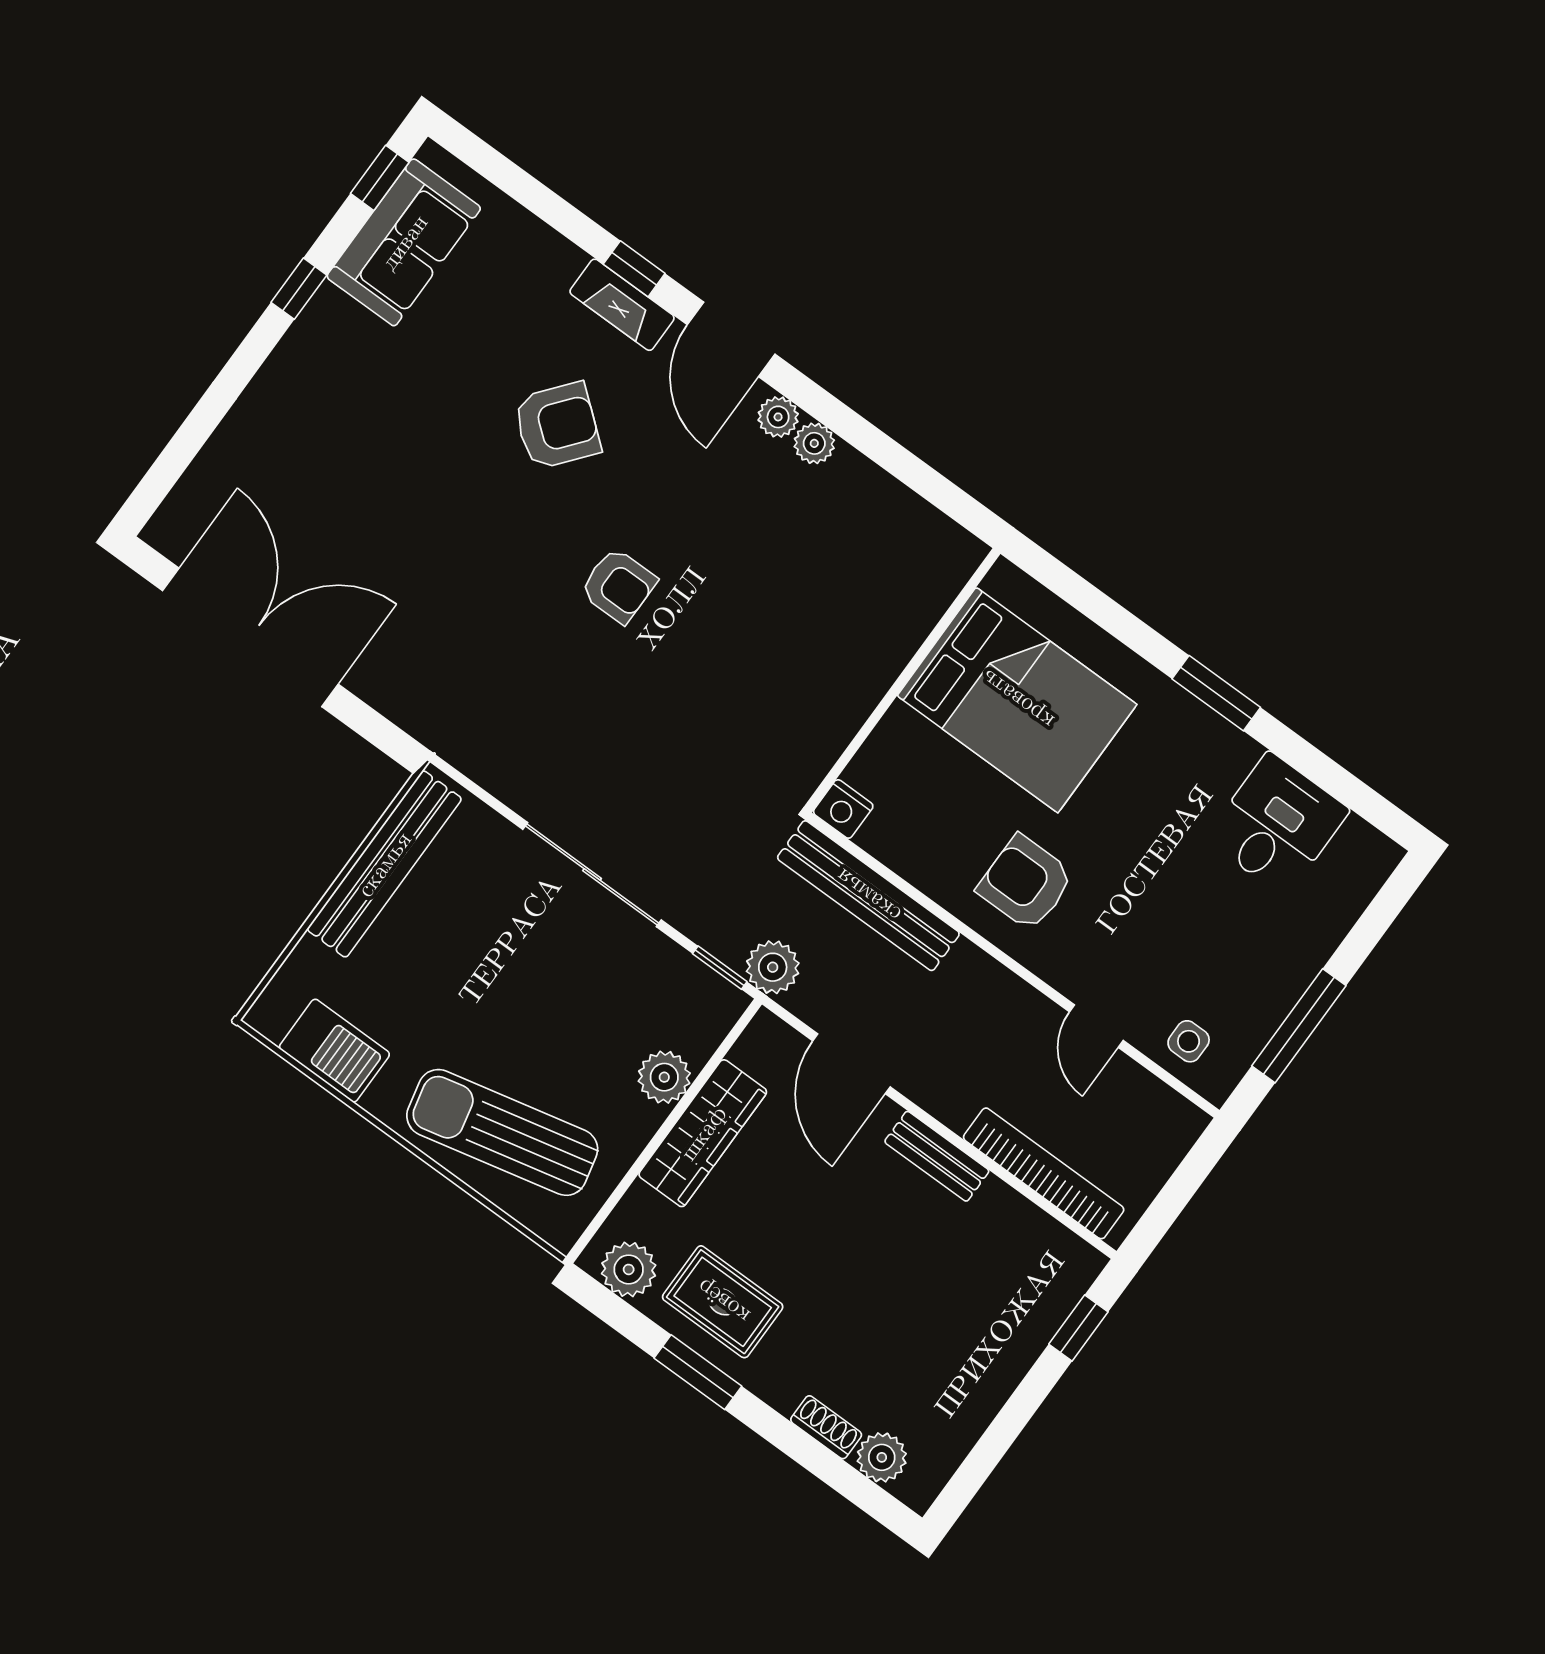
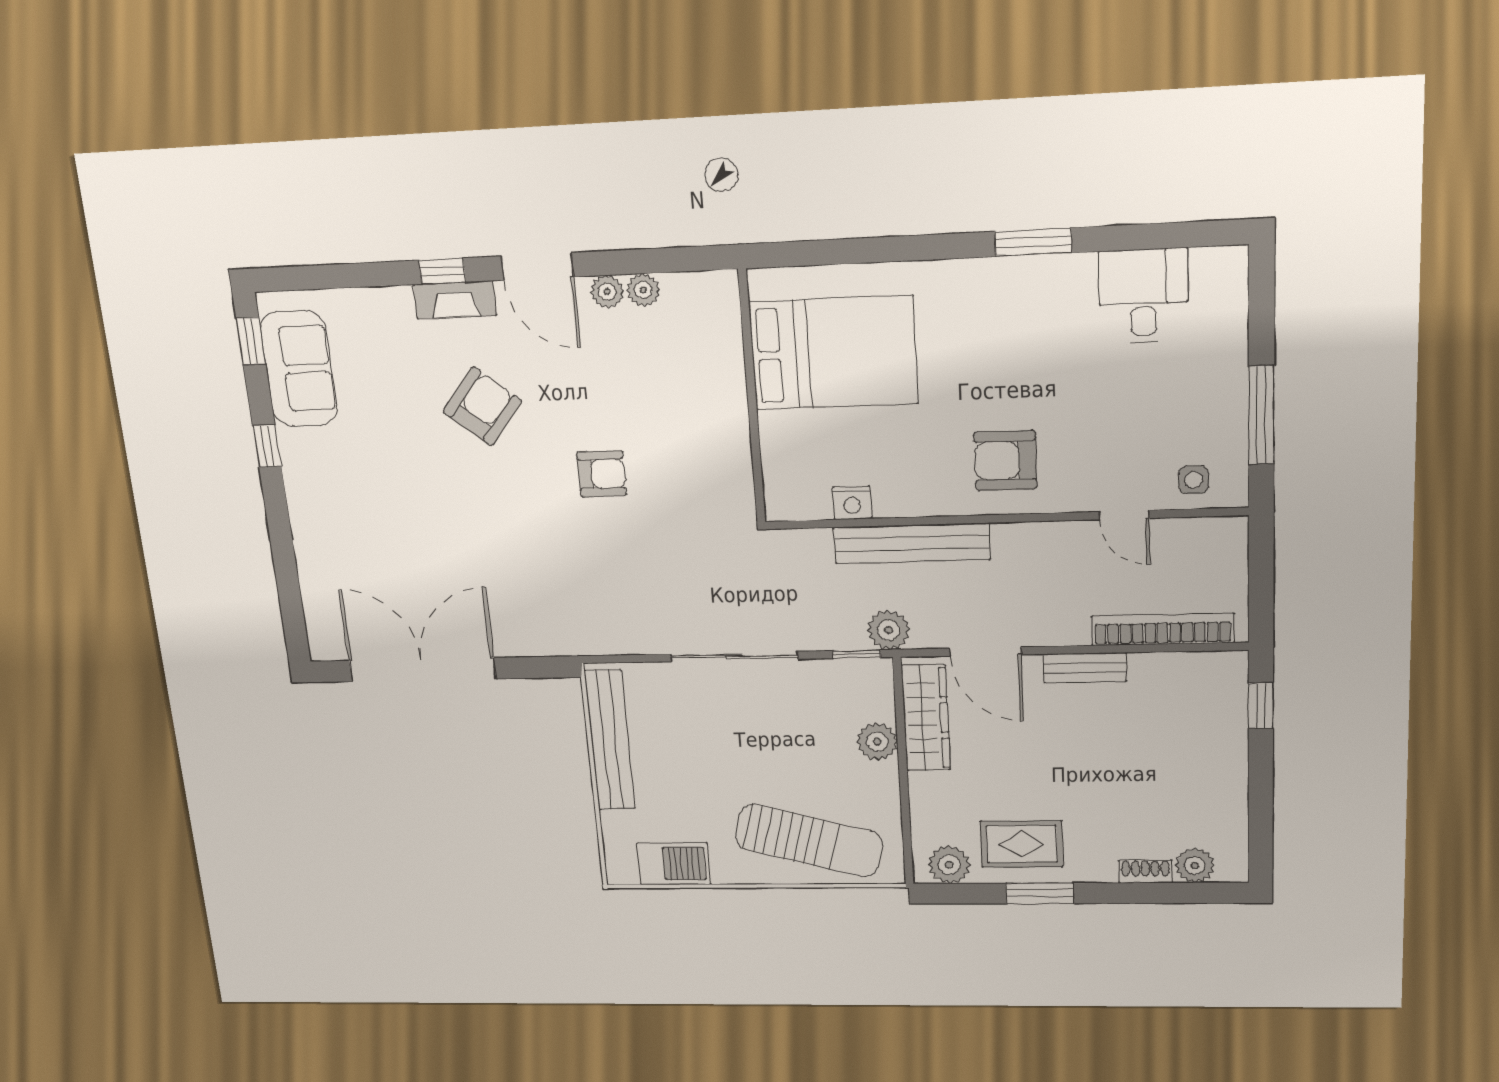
wall: (902, 680) -> (752, 398), moved
bed: (1017, 700) -> (834, 353), moved
sun lounger: (502, 1132) -> (809, 841), turned -152
wardrobe: (703, 1133) -> (926, 718), moved

